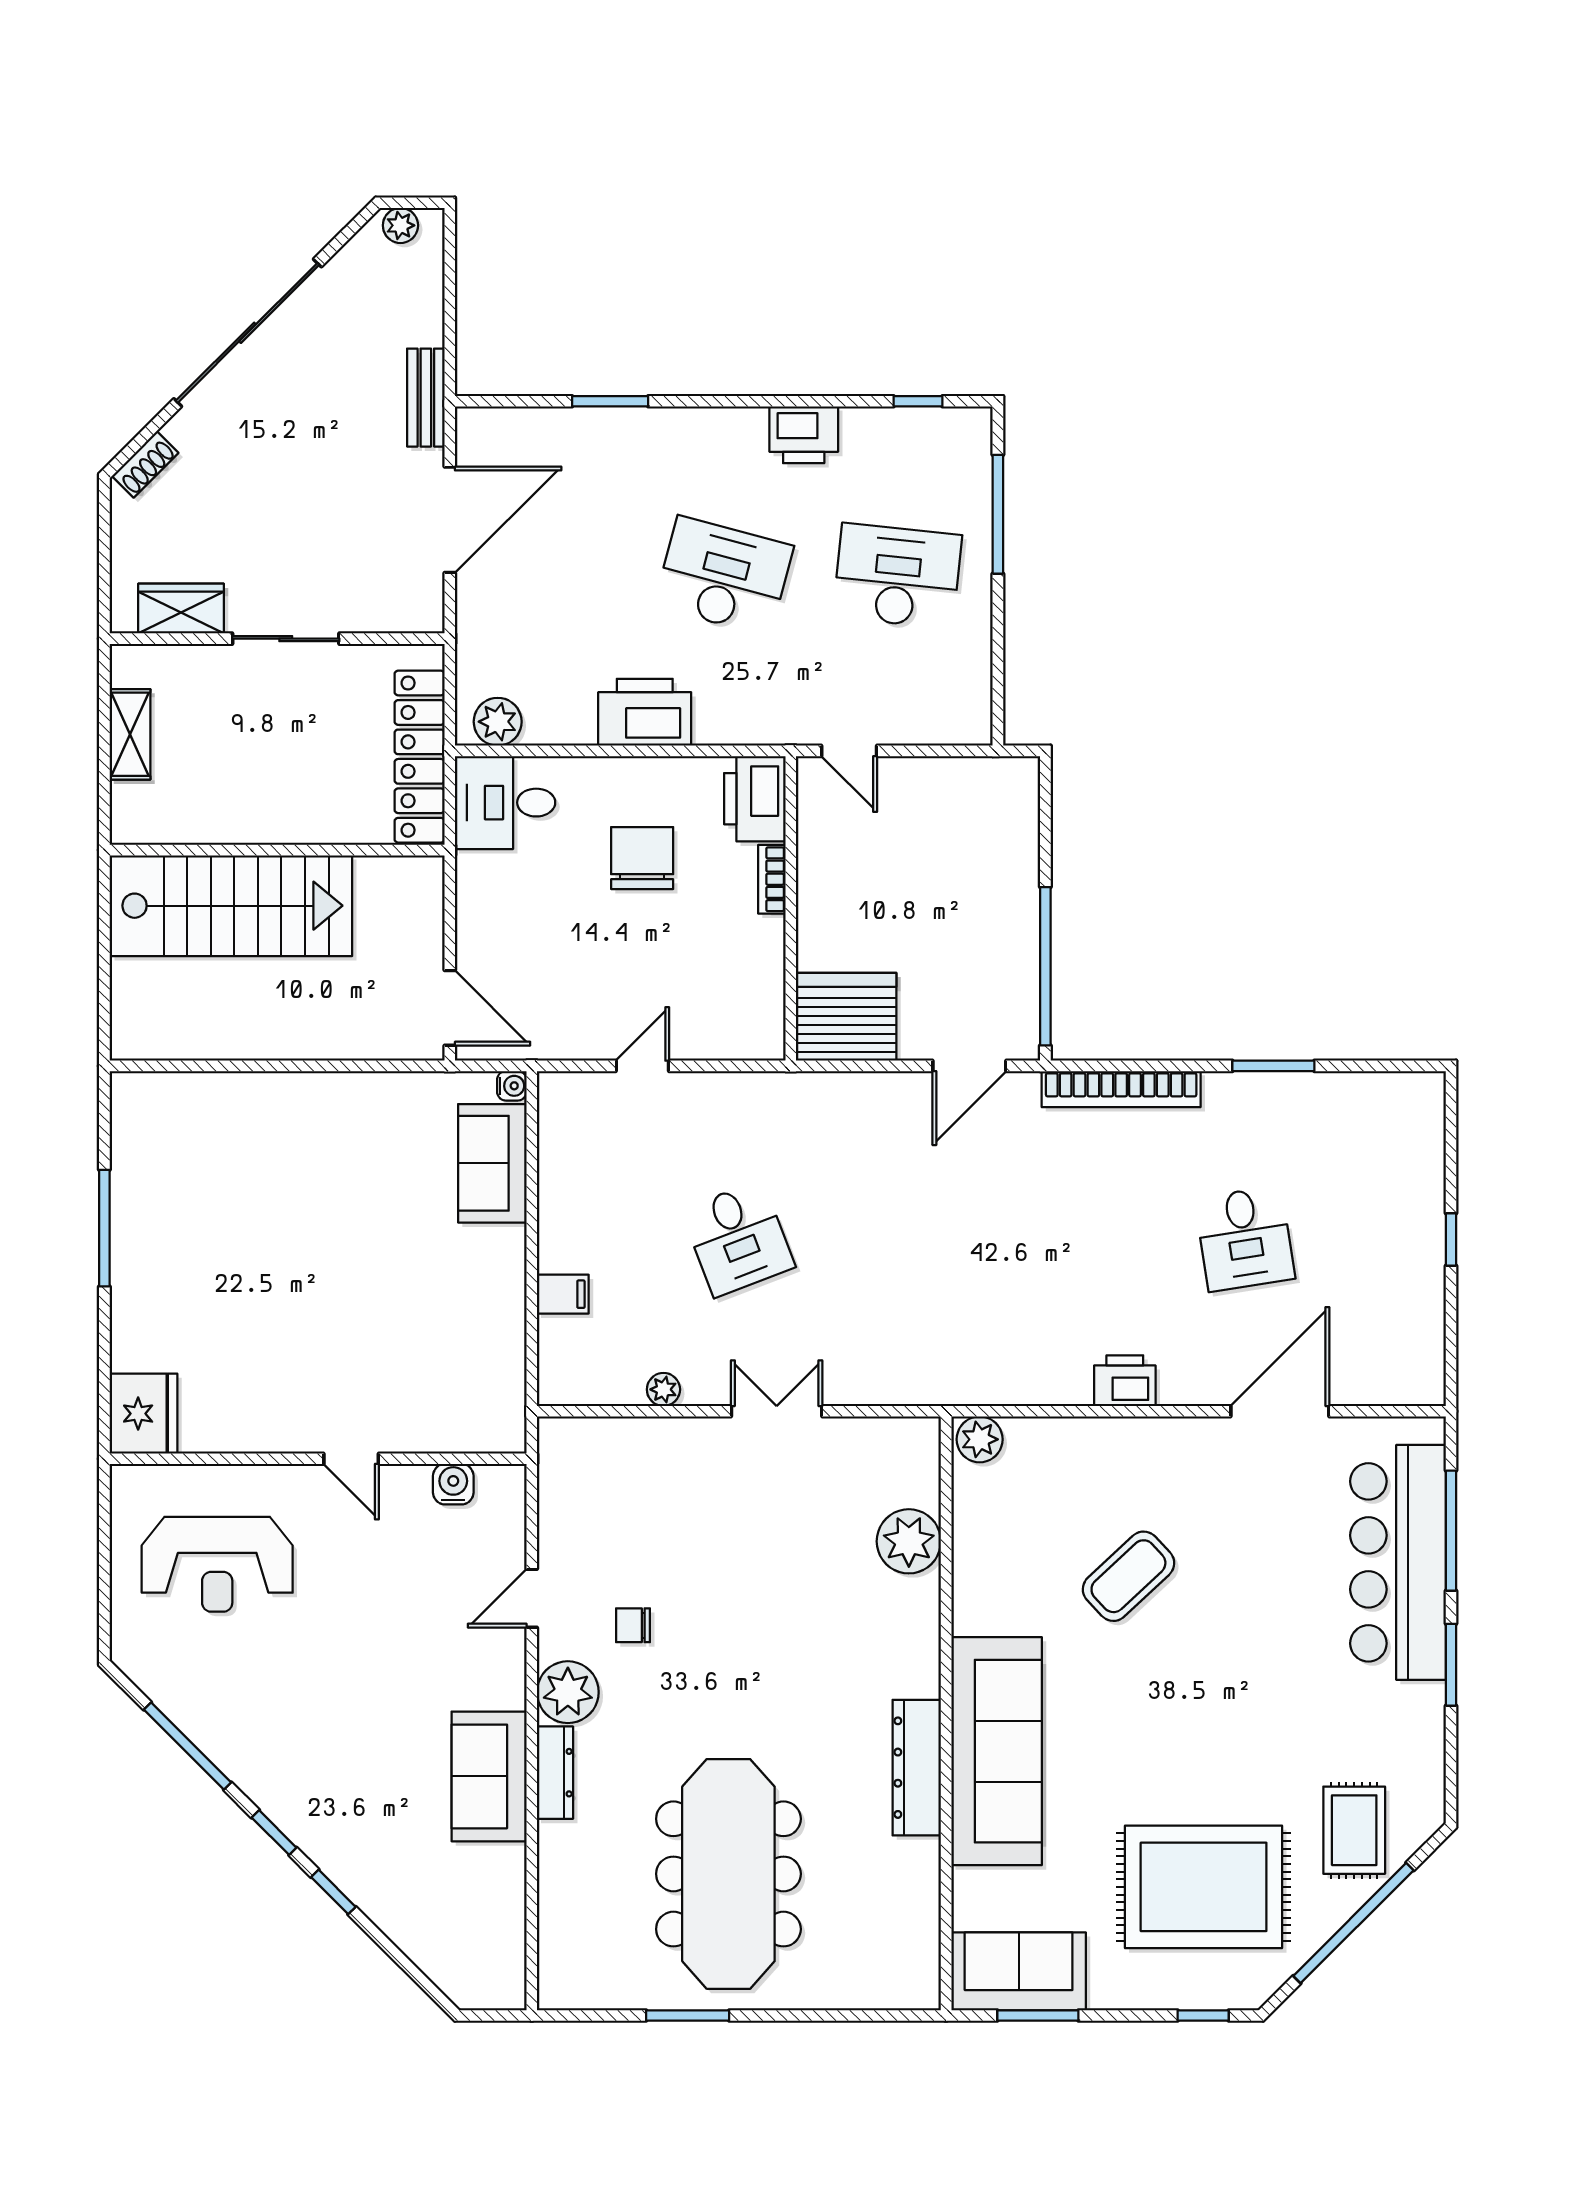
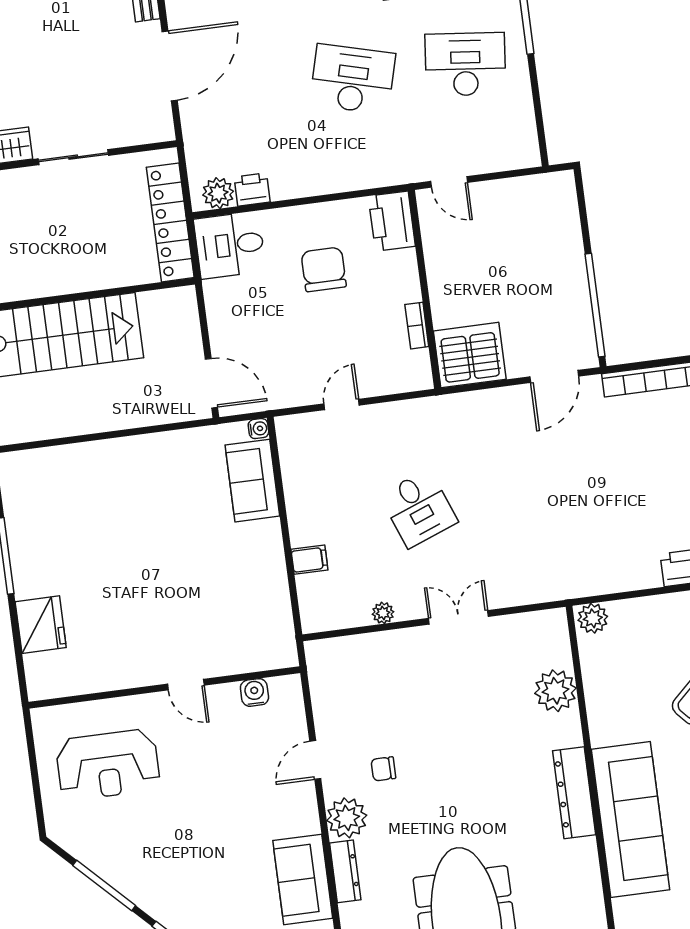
printer: (645, 712) -> (252, 190), moved, width x0.53, depth x0.68
bookcase: (772, 879) -> (417, 326), moved
fridge: (143, 1414) -> (41, 625), moved
dresser: (917, 1768) -> (574, 793), moved

